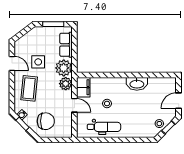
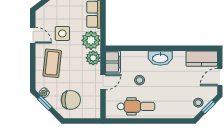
washbasin: (137, 84) -> (160, 58), moved
kitchen counter: (162, 84) -> (202, 59), added
door: (74, 105) -> (103, 82), hinge flipped

